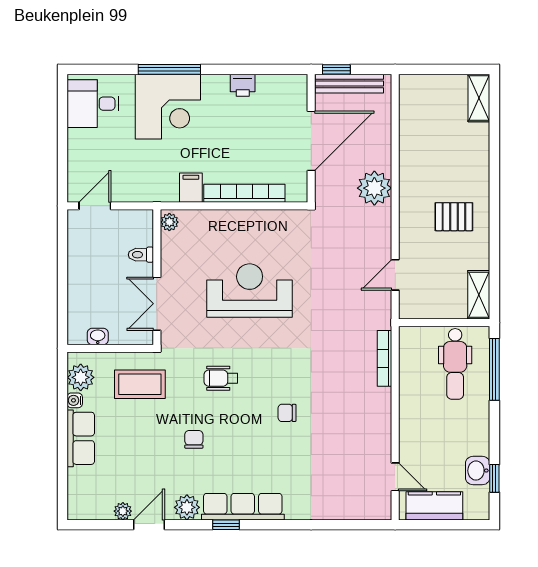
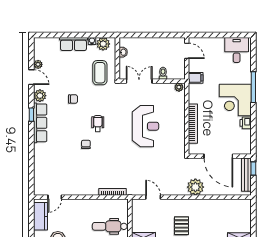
corner desk: (168, 107) -> (235, 100), moved
filing cabinet: (191, 188) -> (196, 78), moved
wheelchair: (221, 378) -> (98, 124), moved

